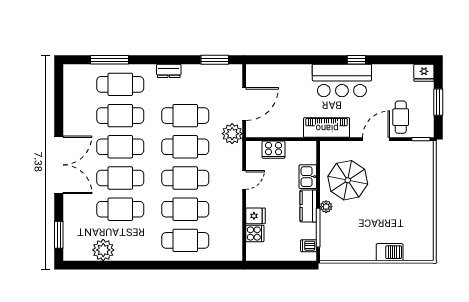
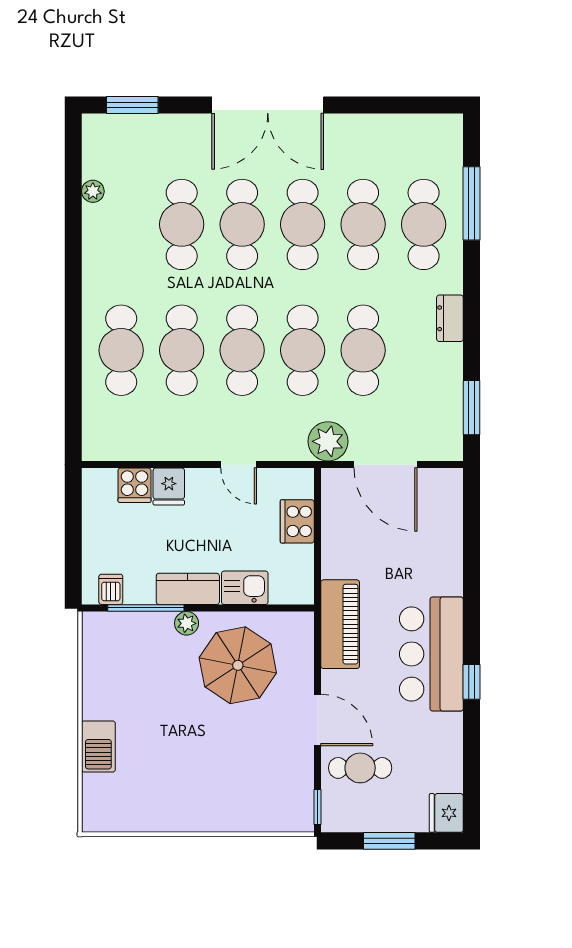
plant: (103, 250) -> (93, 191), width x0.53, depth x0.53

